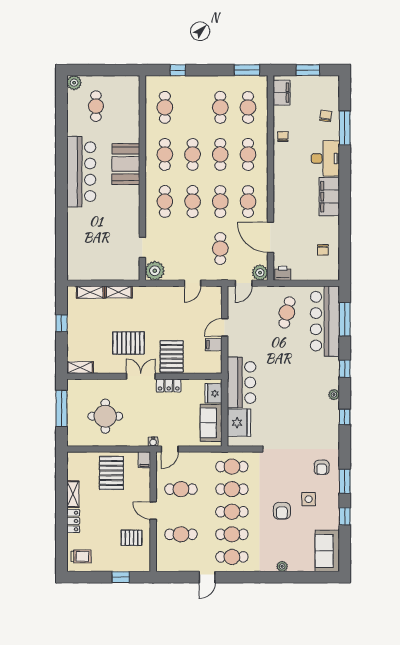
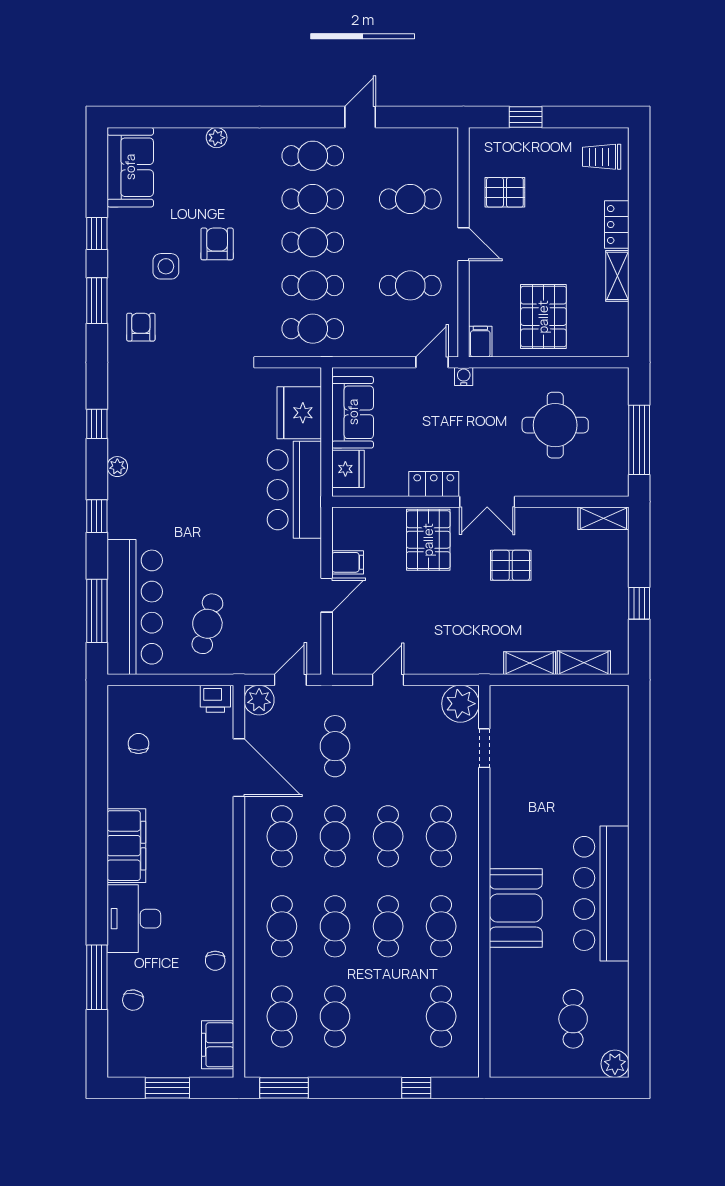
pallet: (128, 343) -> (511, 565), width x0.67, depth x0.71

